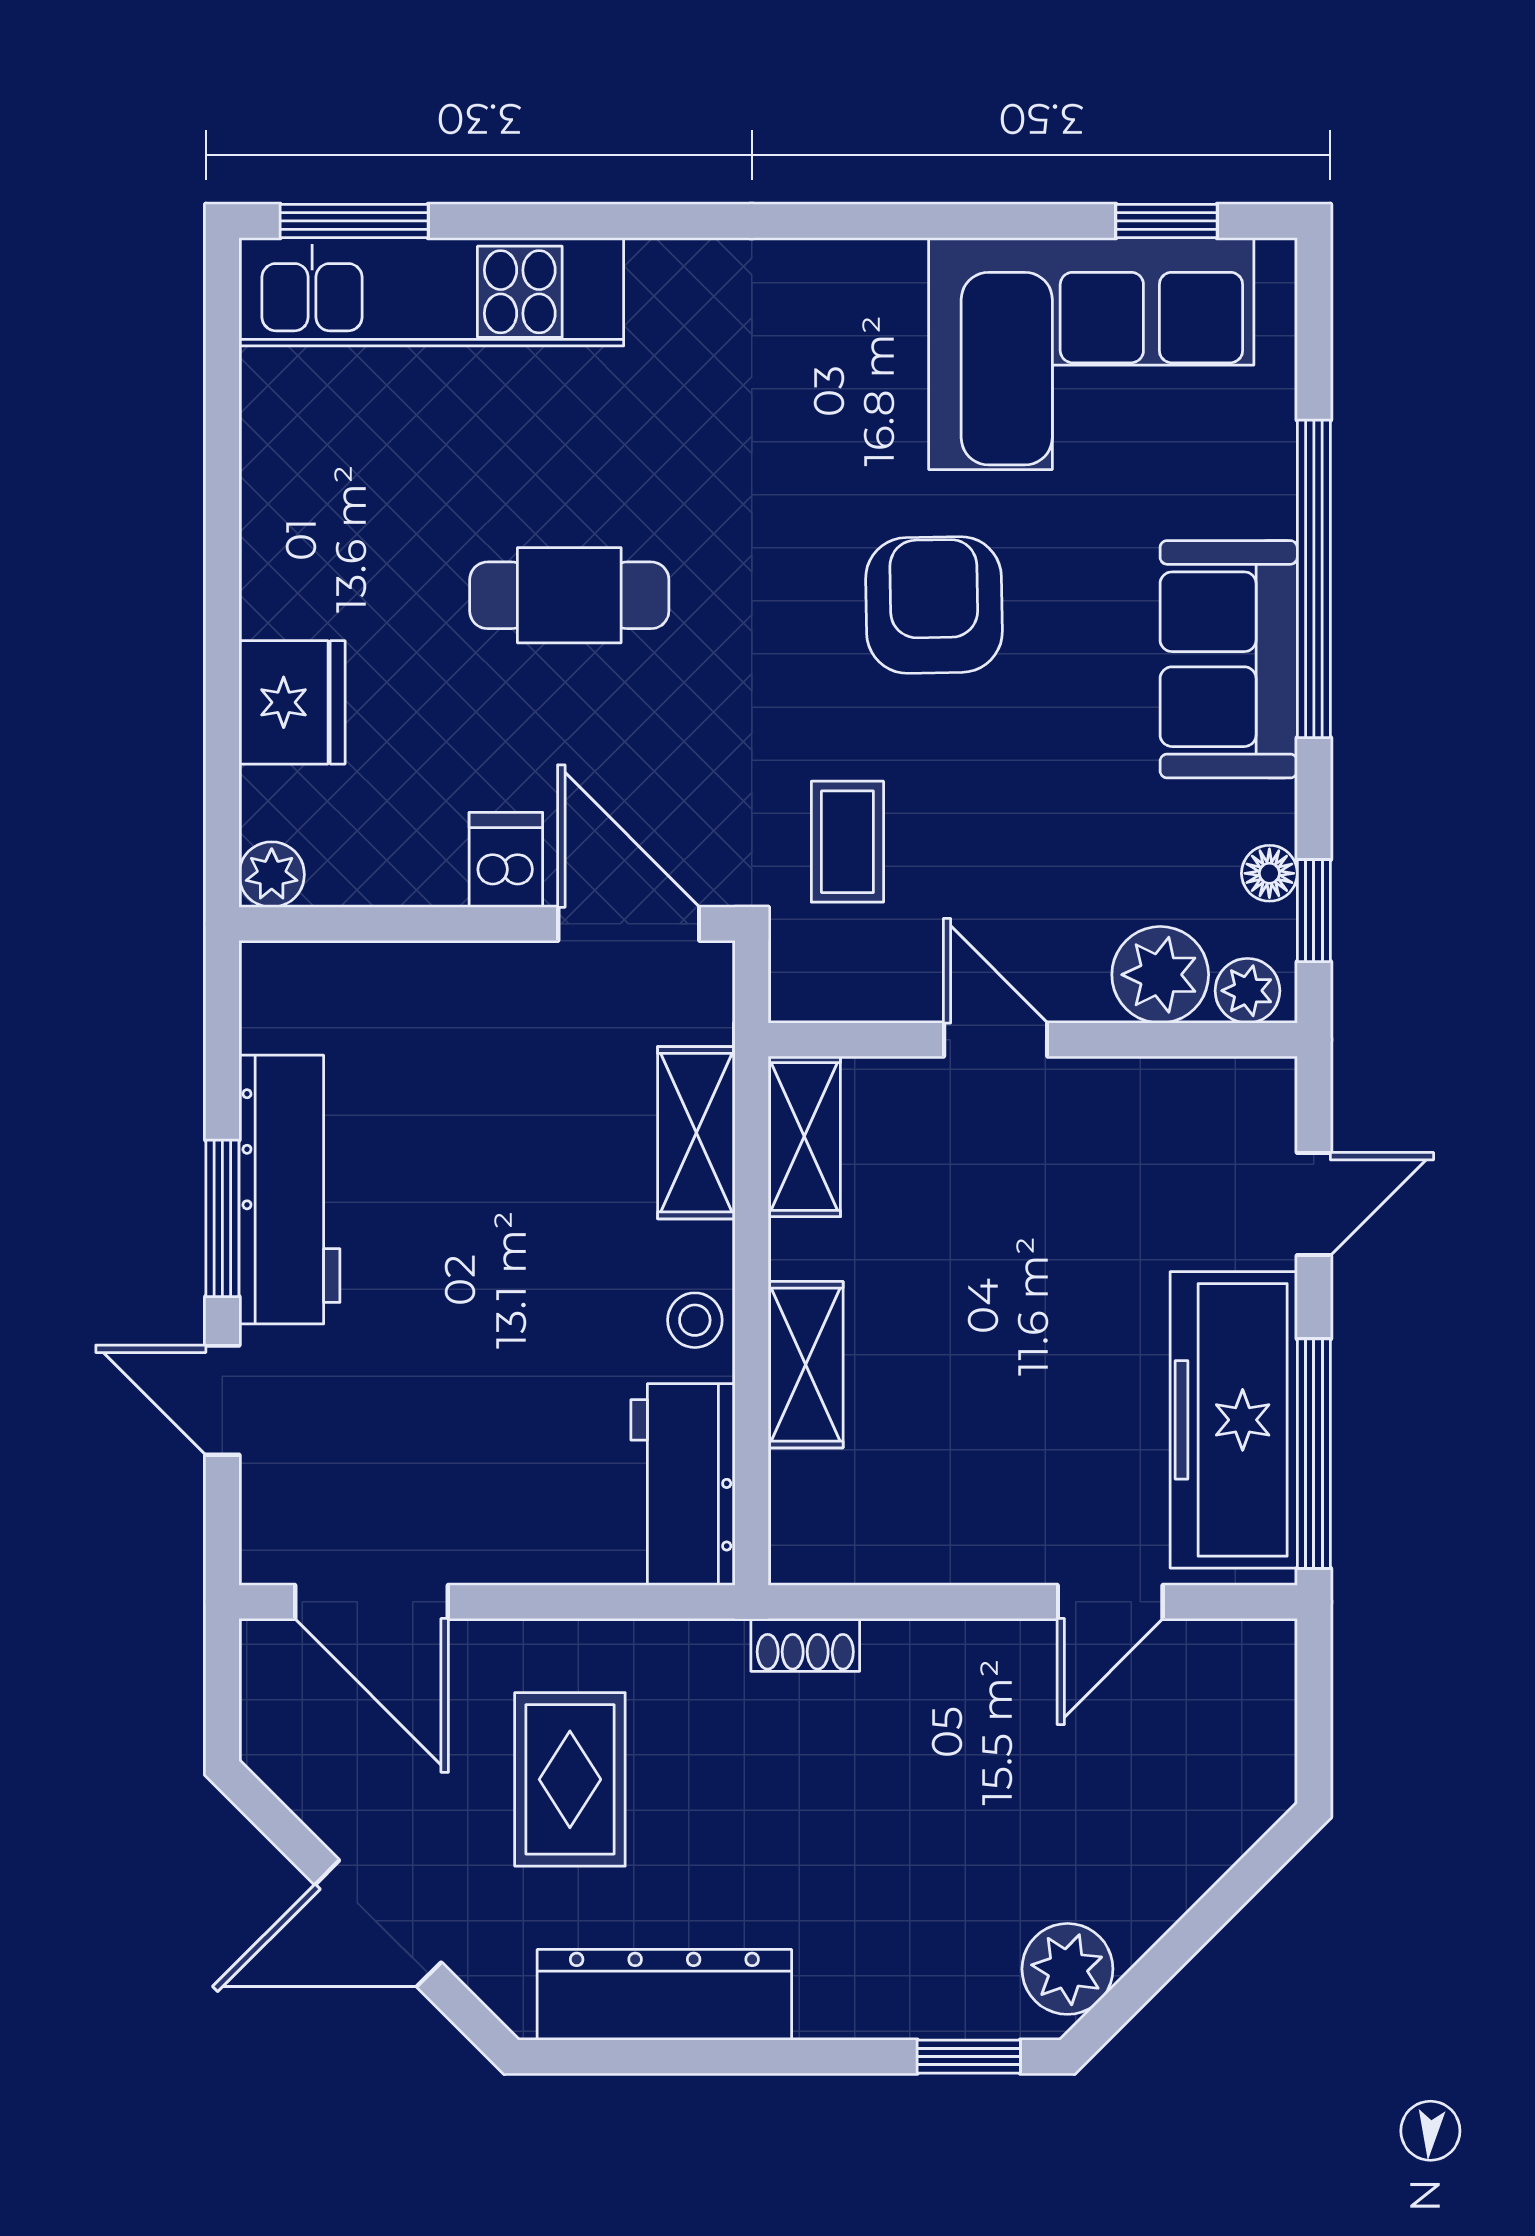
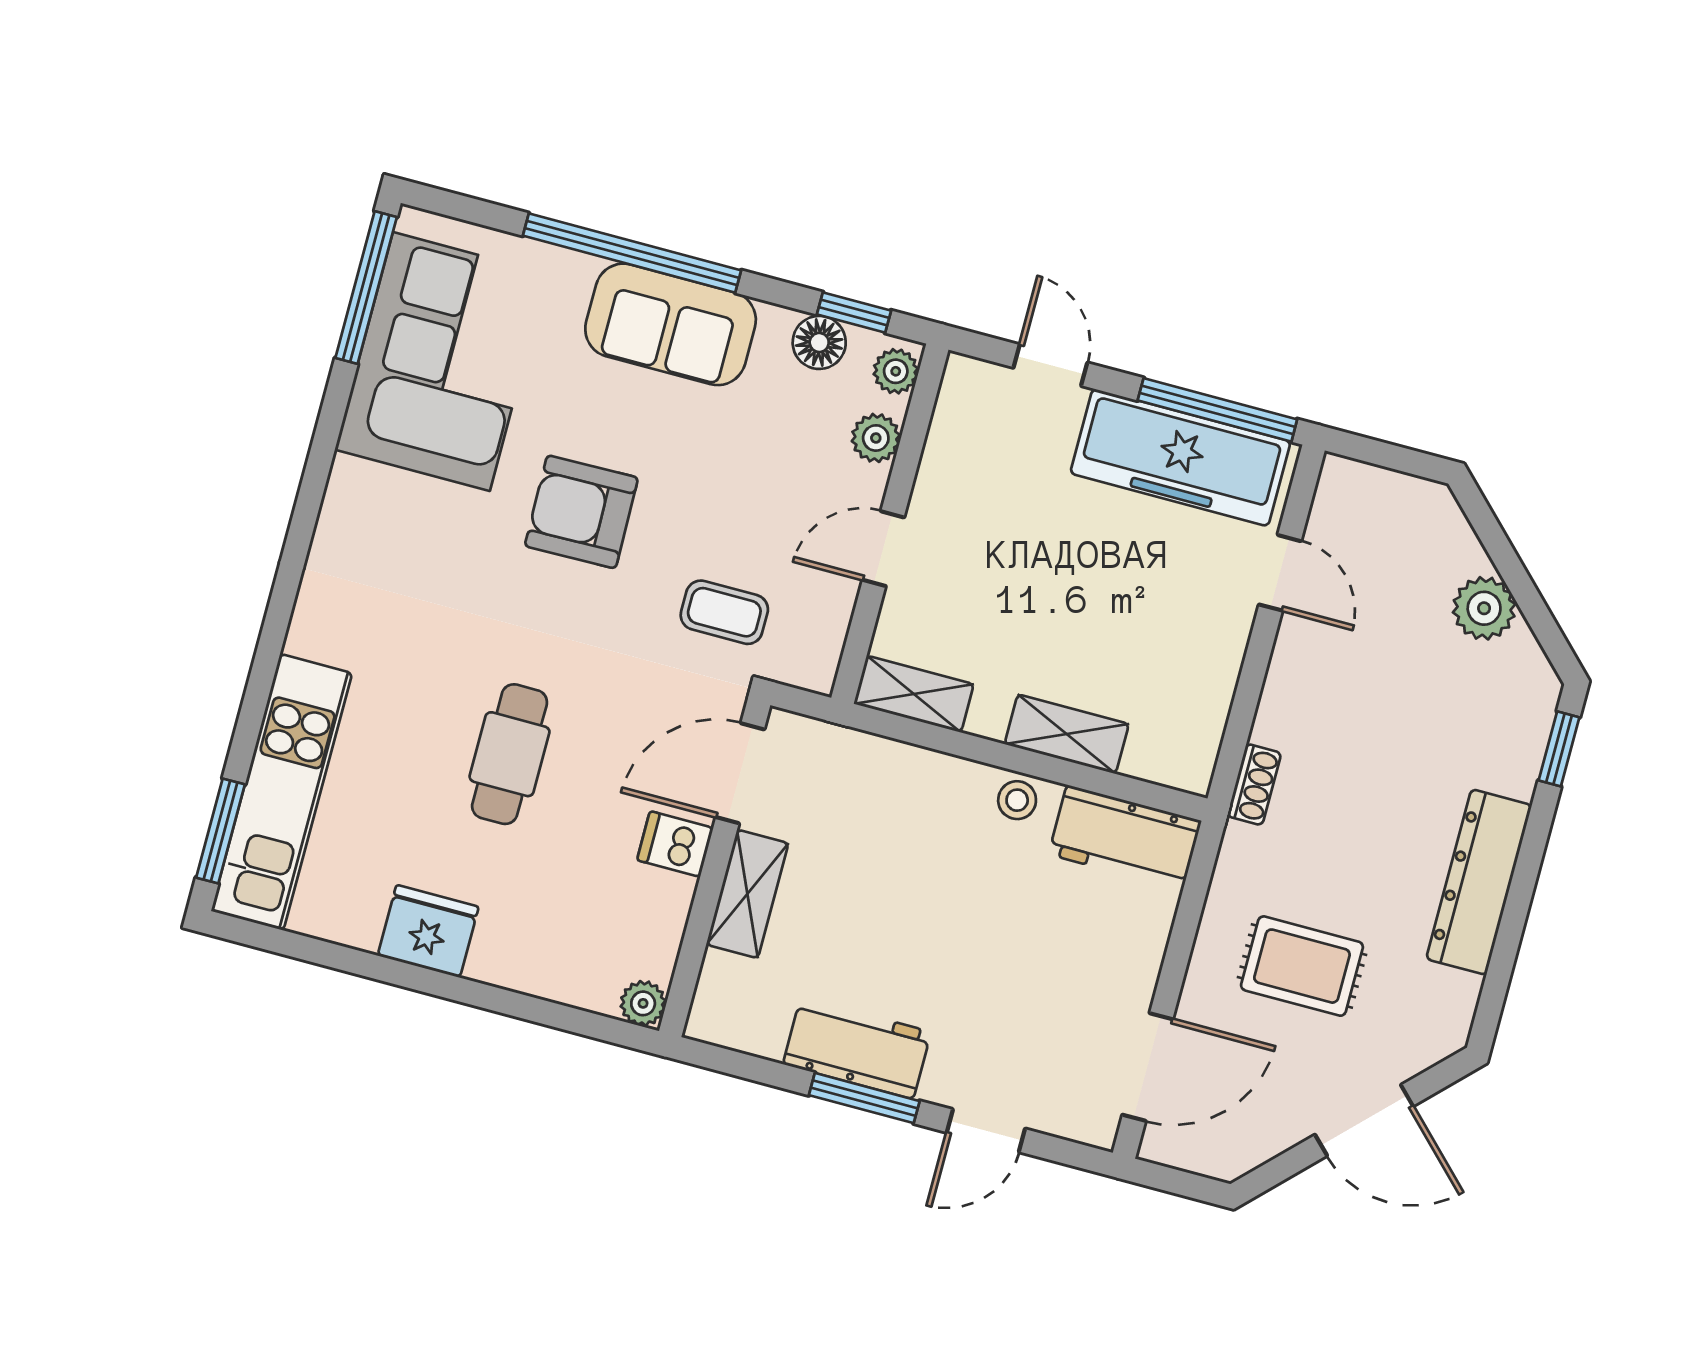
window: (1166, 221) -> (366, 288), width x2.17
fridge: (292, 702) -> (428, 931), moved
floor lamp: (1269, 873) -> (819, 342), width x1.37, depth x1.37
plant: (1160, 975) -> (876, 438), width x0.73, depth x0.73
shelving: (696, 1133) -> (747, 894), moved, turned 90
workbench: (289, 1190) -> (857, 1048), width x0.73
door: (378, 1923) -> (1364, 1120), hinge flipped
plant: (1067, 1969) -> (1484, 608), moved
dresser: (664, 1995) -> (1479, 882), moved

